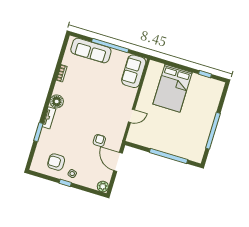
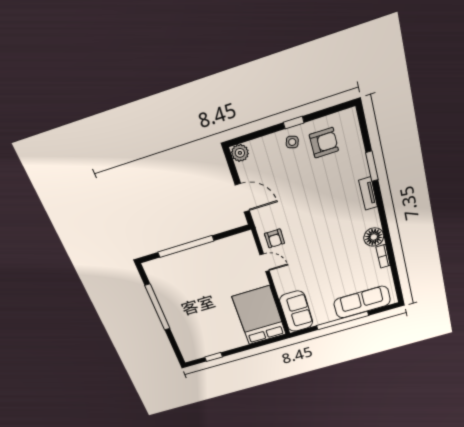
bed: (173, 88) -> (259, 316), moved
floor lamp: (57, 101) -> (374, 237), moved
door: (131, 116) -> (265, 263), swing flipped
armchair: (99, 141) -> (275, 238), moved

